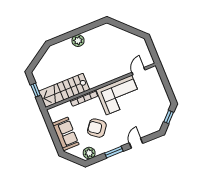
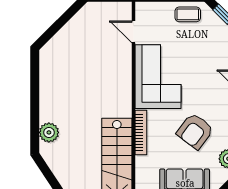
plant: (78, 41) -> (49, 132), moved
coffee table: (161, 97) -> (188, 14), added

